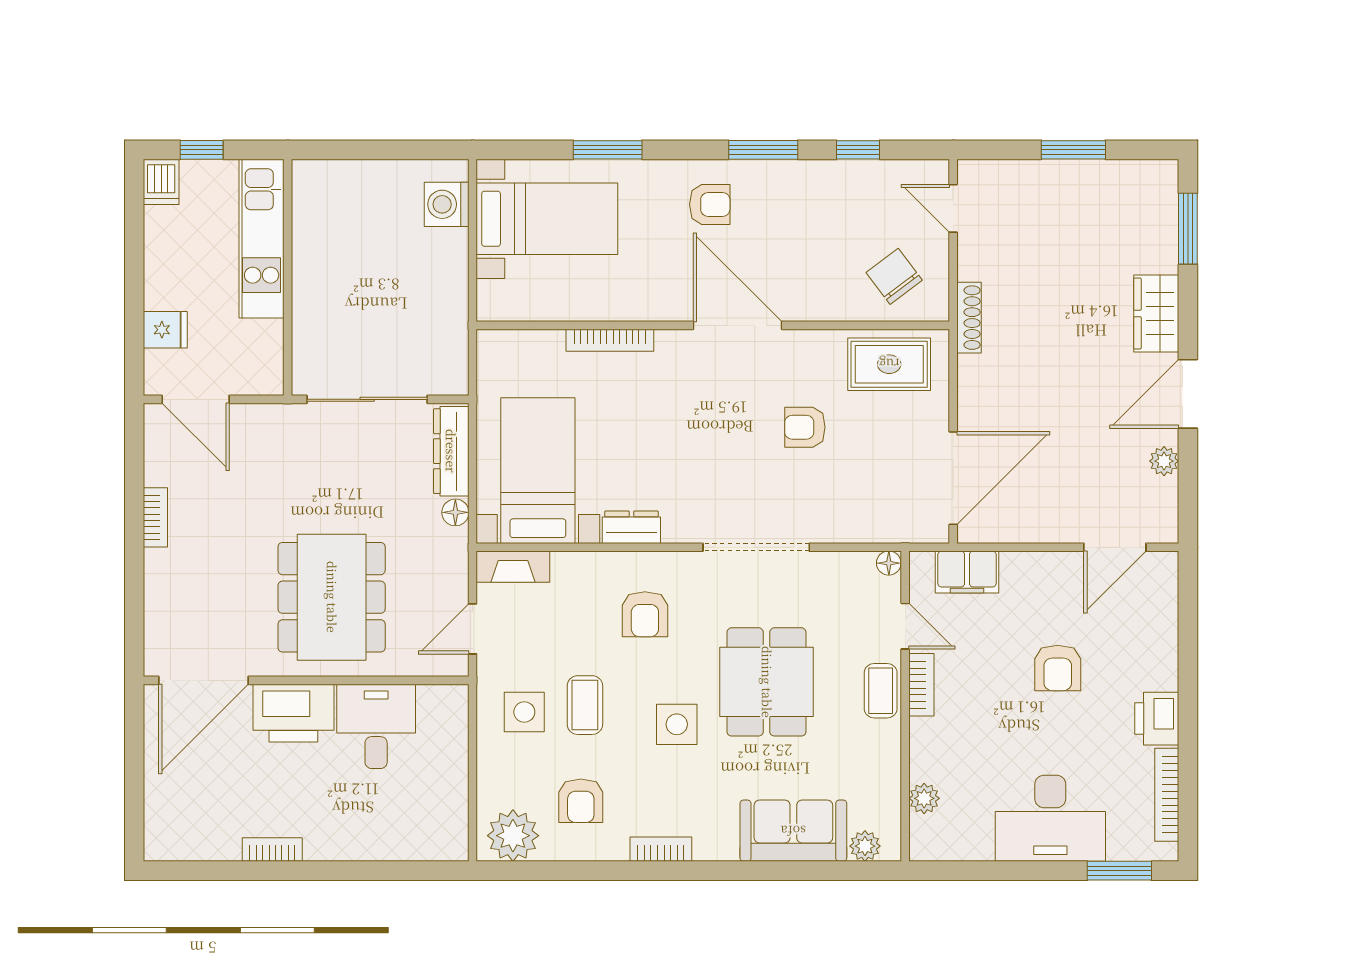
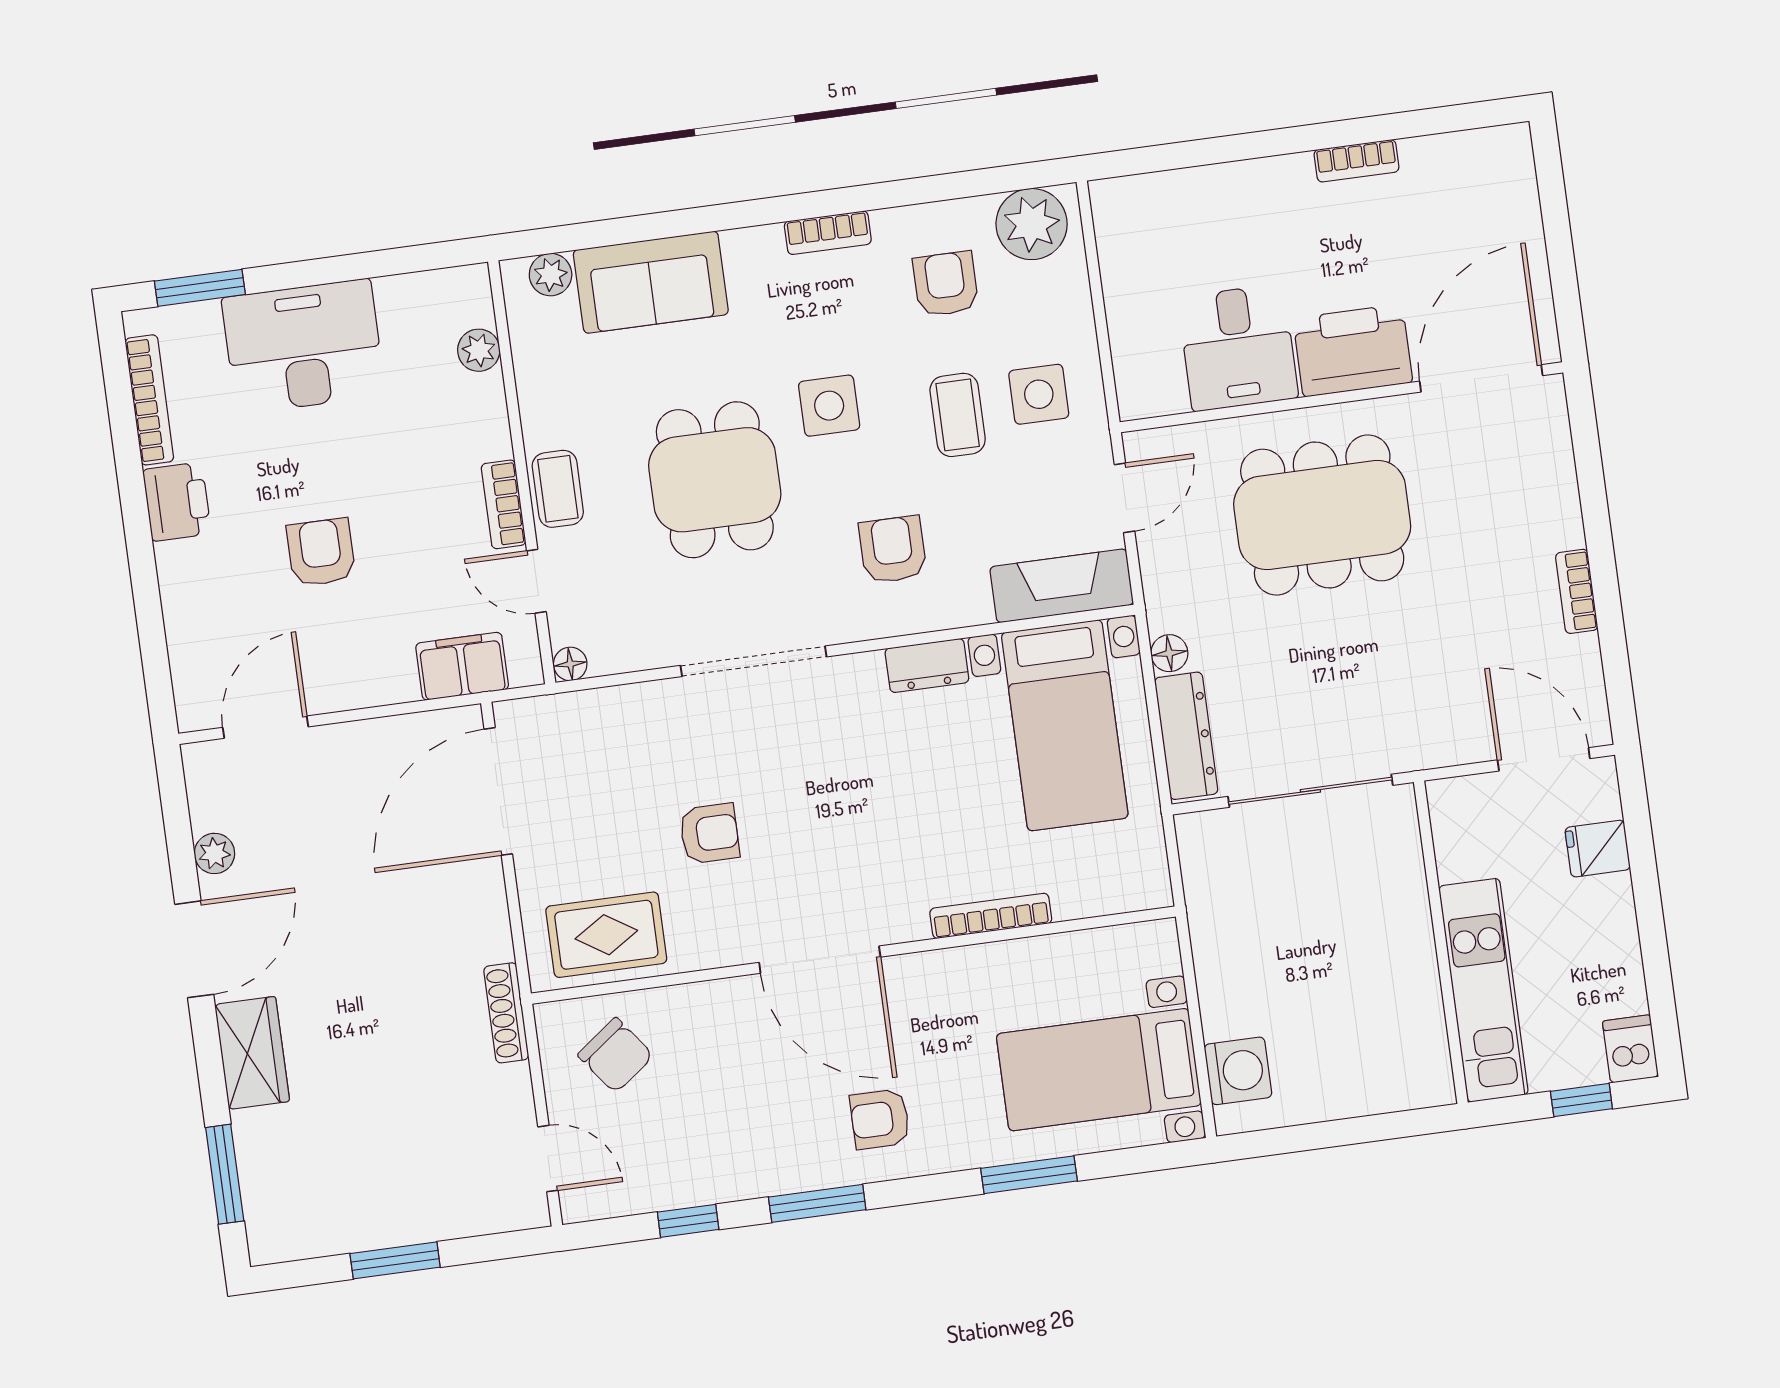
fireplace: (513, 567) -> (1062, 586), width x1.37, depth x1.32
dining table: (332, 597) -> (1322, 515), turned 90

